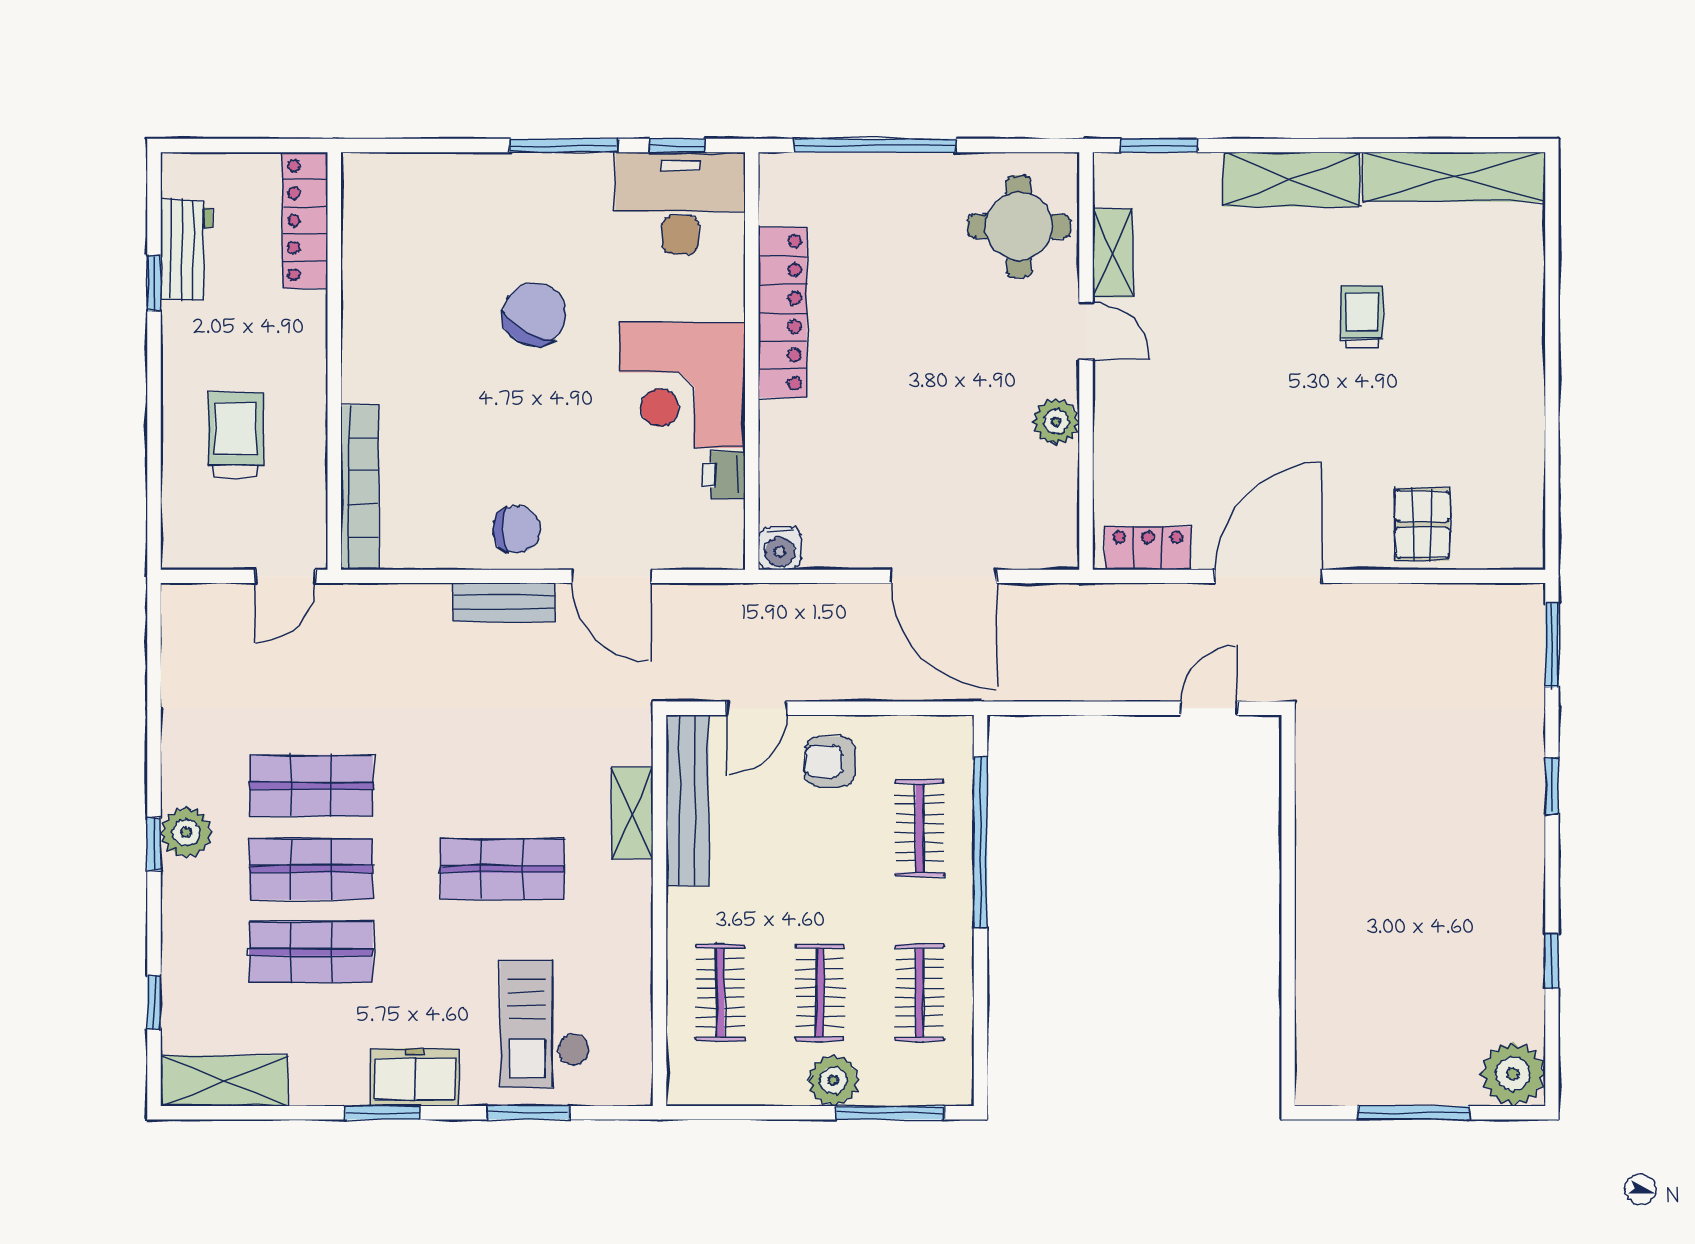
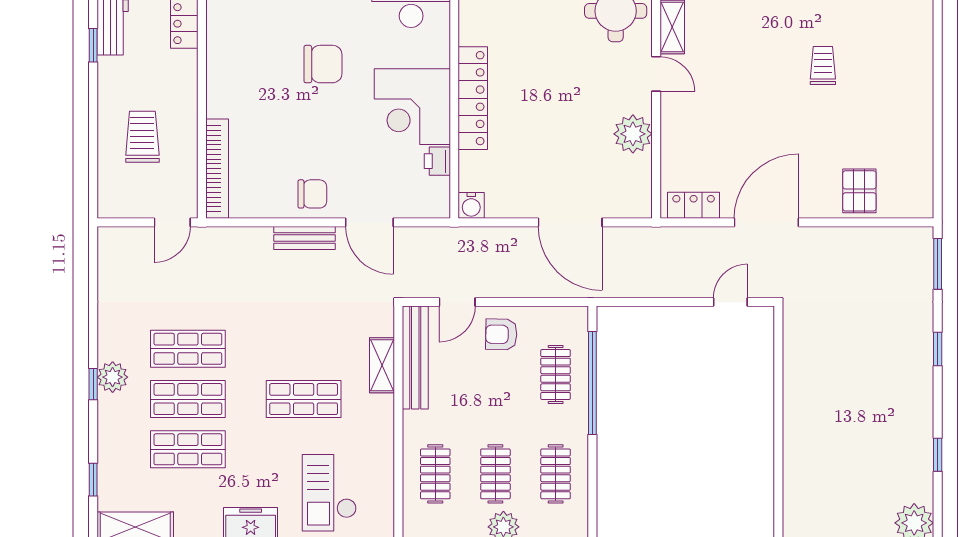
locker: (783, 312) -> (473, 98), moved
chair: (534, 314) -> (323, 64), turned 61
plant: (1056, 422) -> (633, 134), width x1.36, depth x1.36

